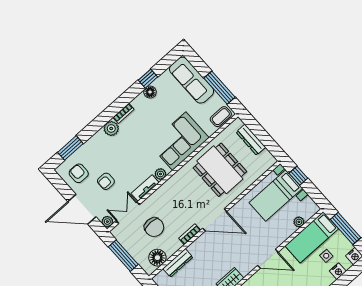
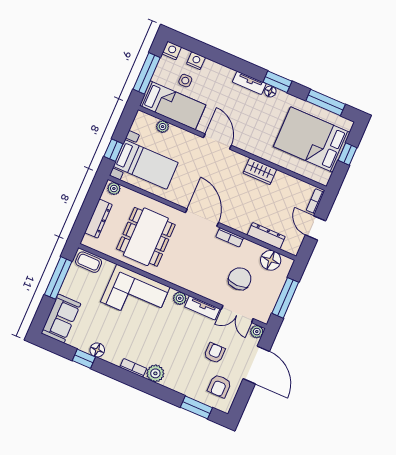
sofa: (192, 80) -> (61, 319), width x0.73
plant: (269, 162) -> (114, 188), added
armchair: (106, 181) -> (215, 353), turned -90

